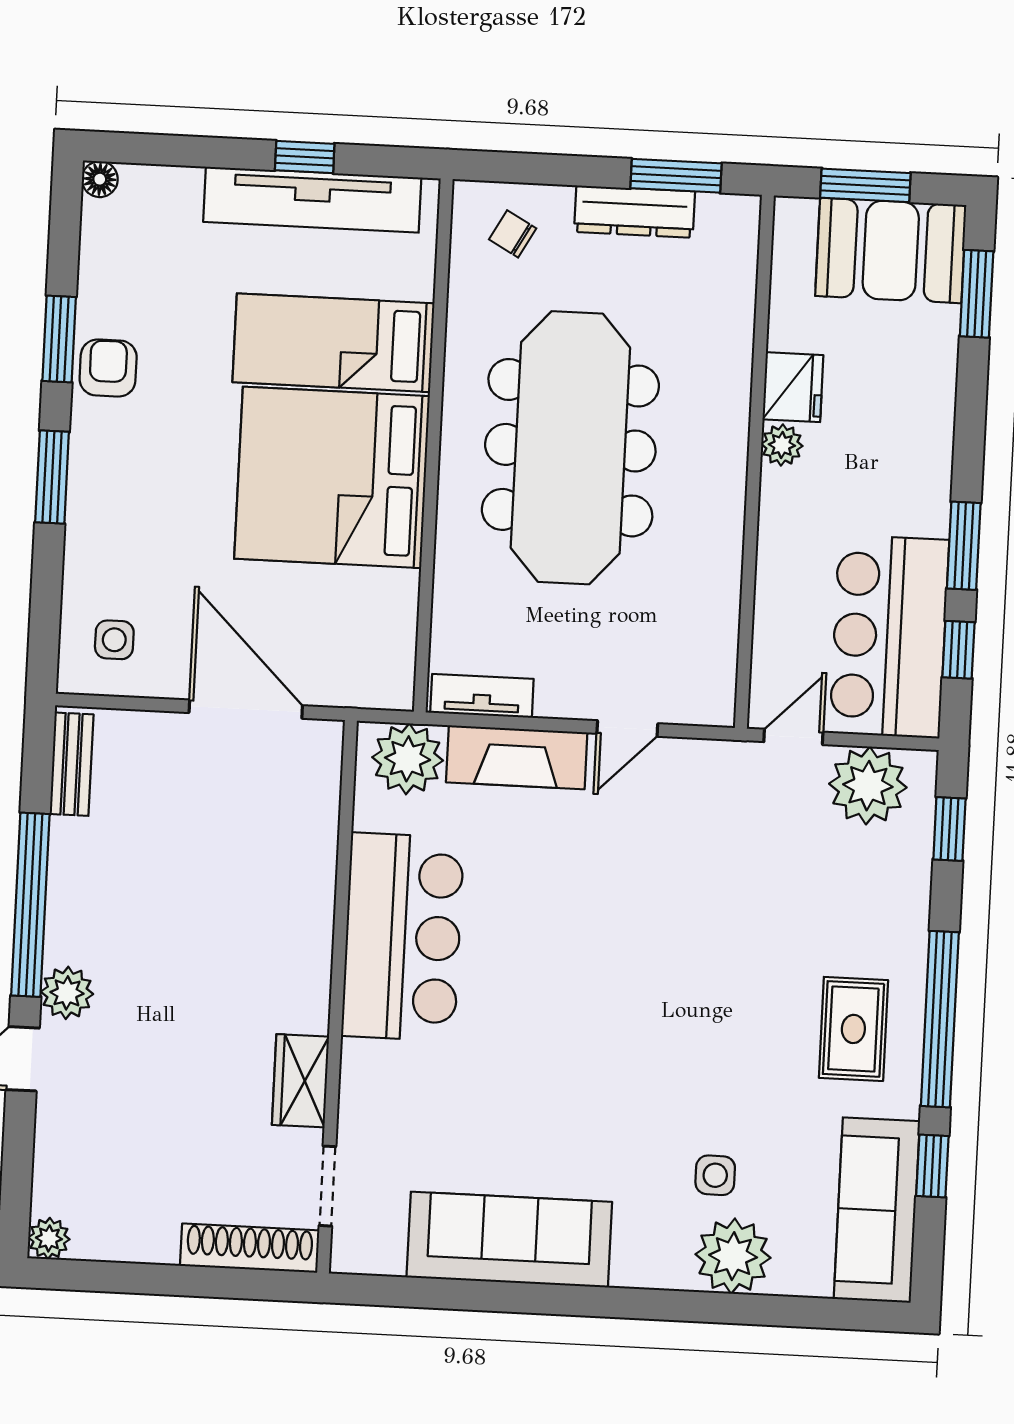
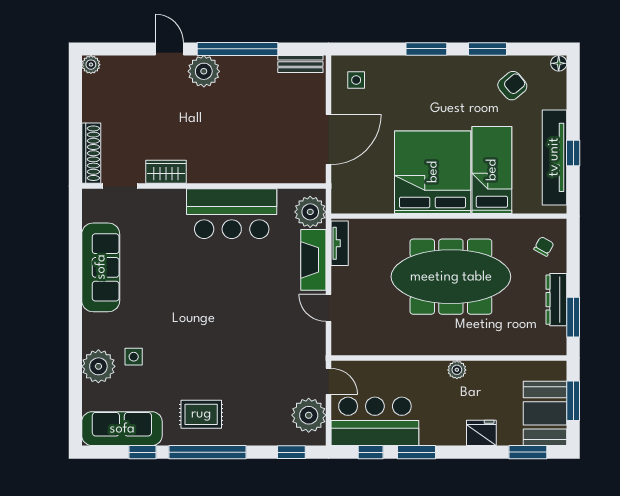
armchair: (108, 368) -> (512, 86), moved, turned -40
fridge: (793, 387) -> (481, 433), moved, turned 180
plant: (67, 993) -> (204, 71), width x1.36, depth x1.36

